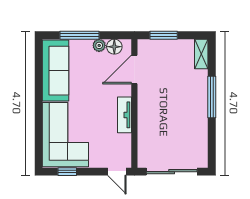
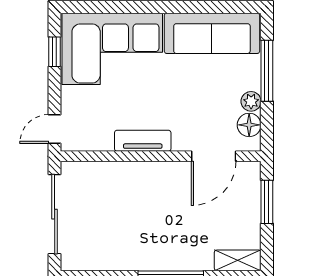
door: (134, 69) -> (214, 156), swing flipped

